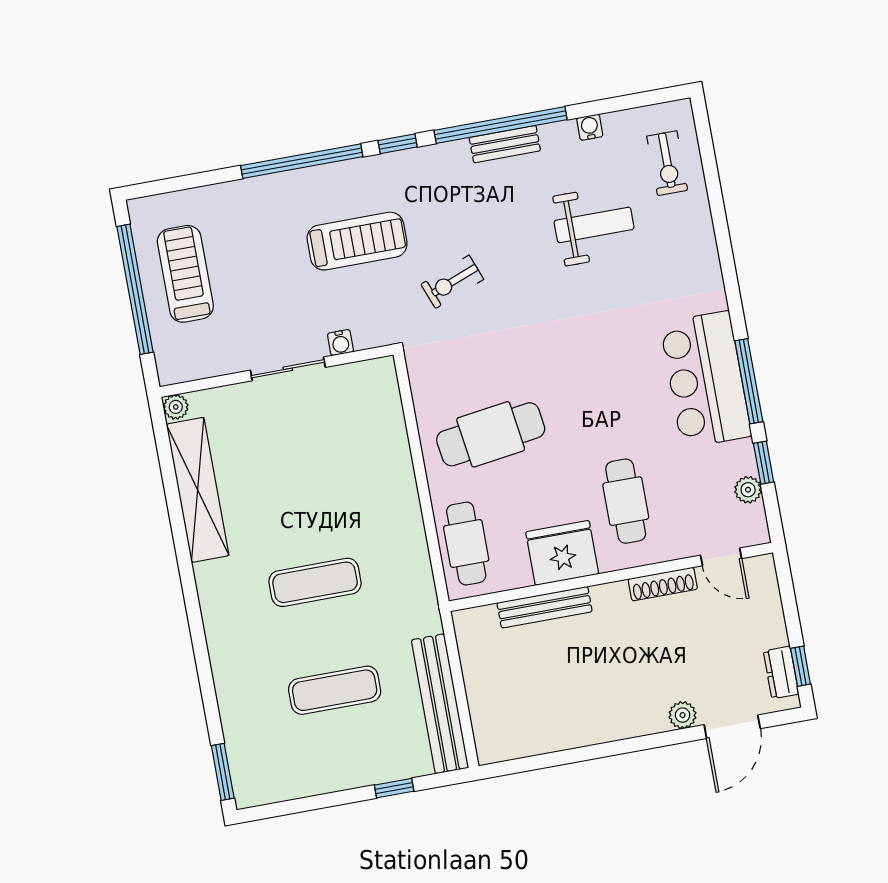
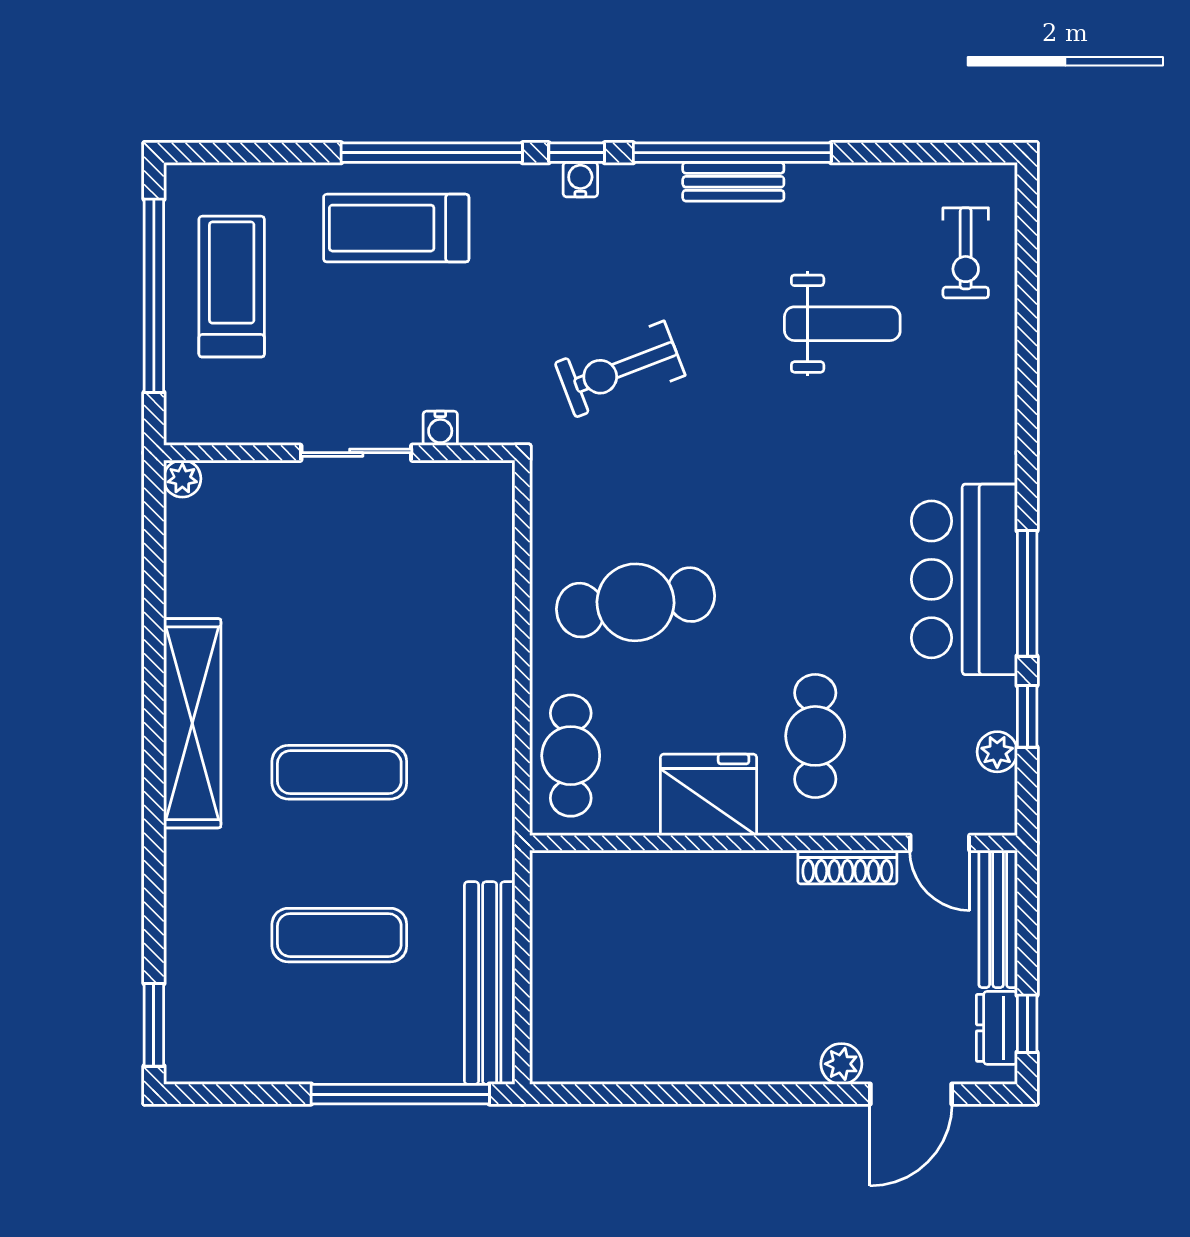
water cooler: (590, 127) -> (580, 180), moved
treadmill: (357, 241) -> (396, 228), moved, turned 180
exercise bike: (452, 282) -> (620, 369), width x1.38, depth x1.39
shelving: (198, 490) -> (192, 723), moved
bench: (545, 607) -> (998, 919), moved, turned 90
window: (394, 788) -> (400, 1094), width x3.17

